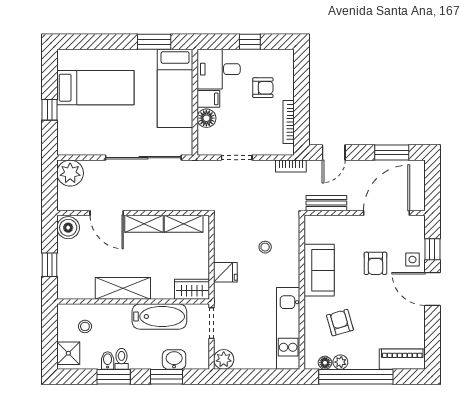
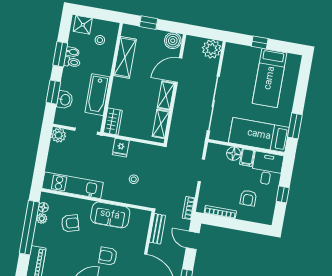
shelving: (123, 288) -> (125, 57), moved

